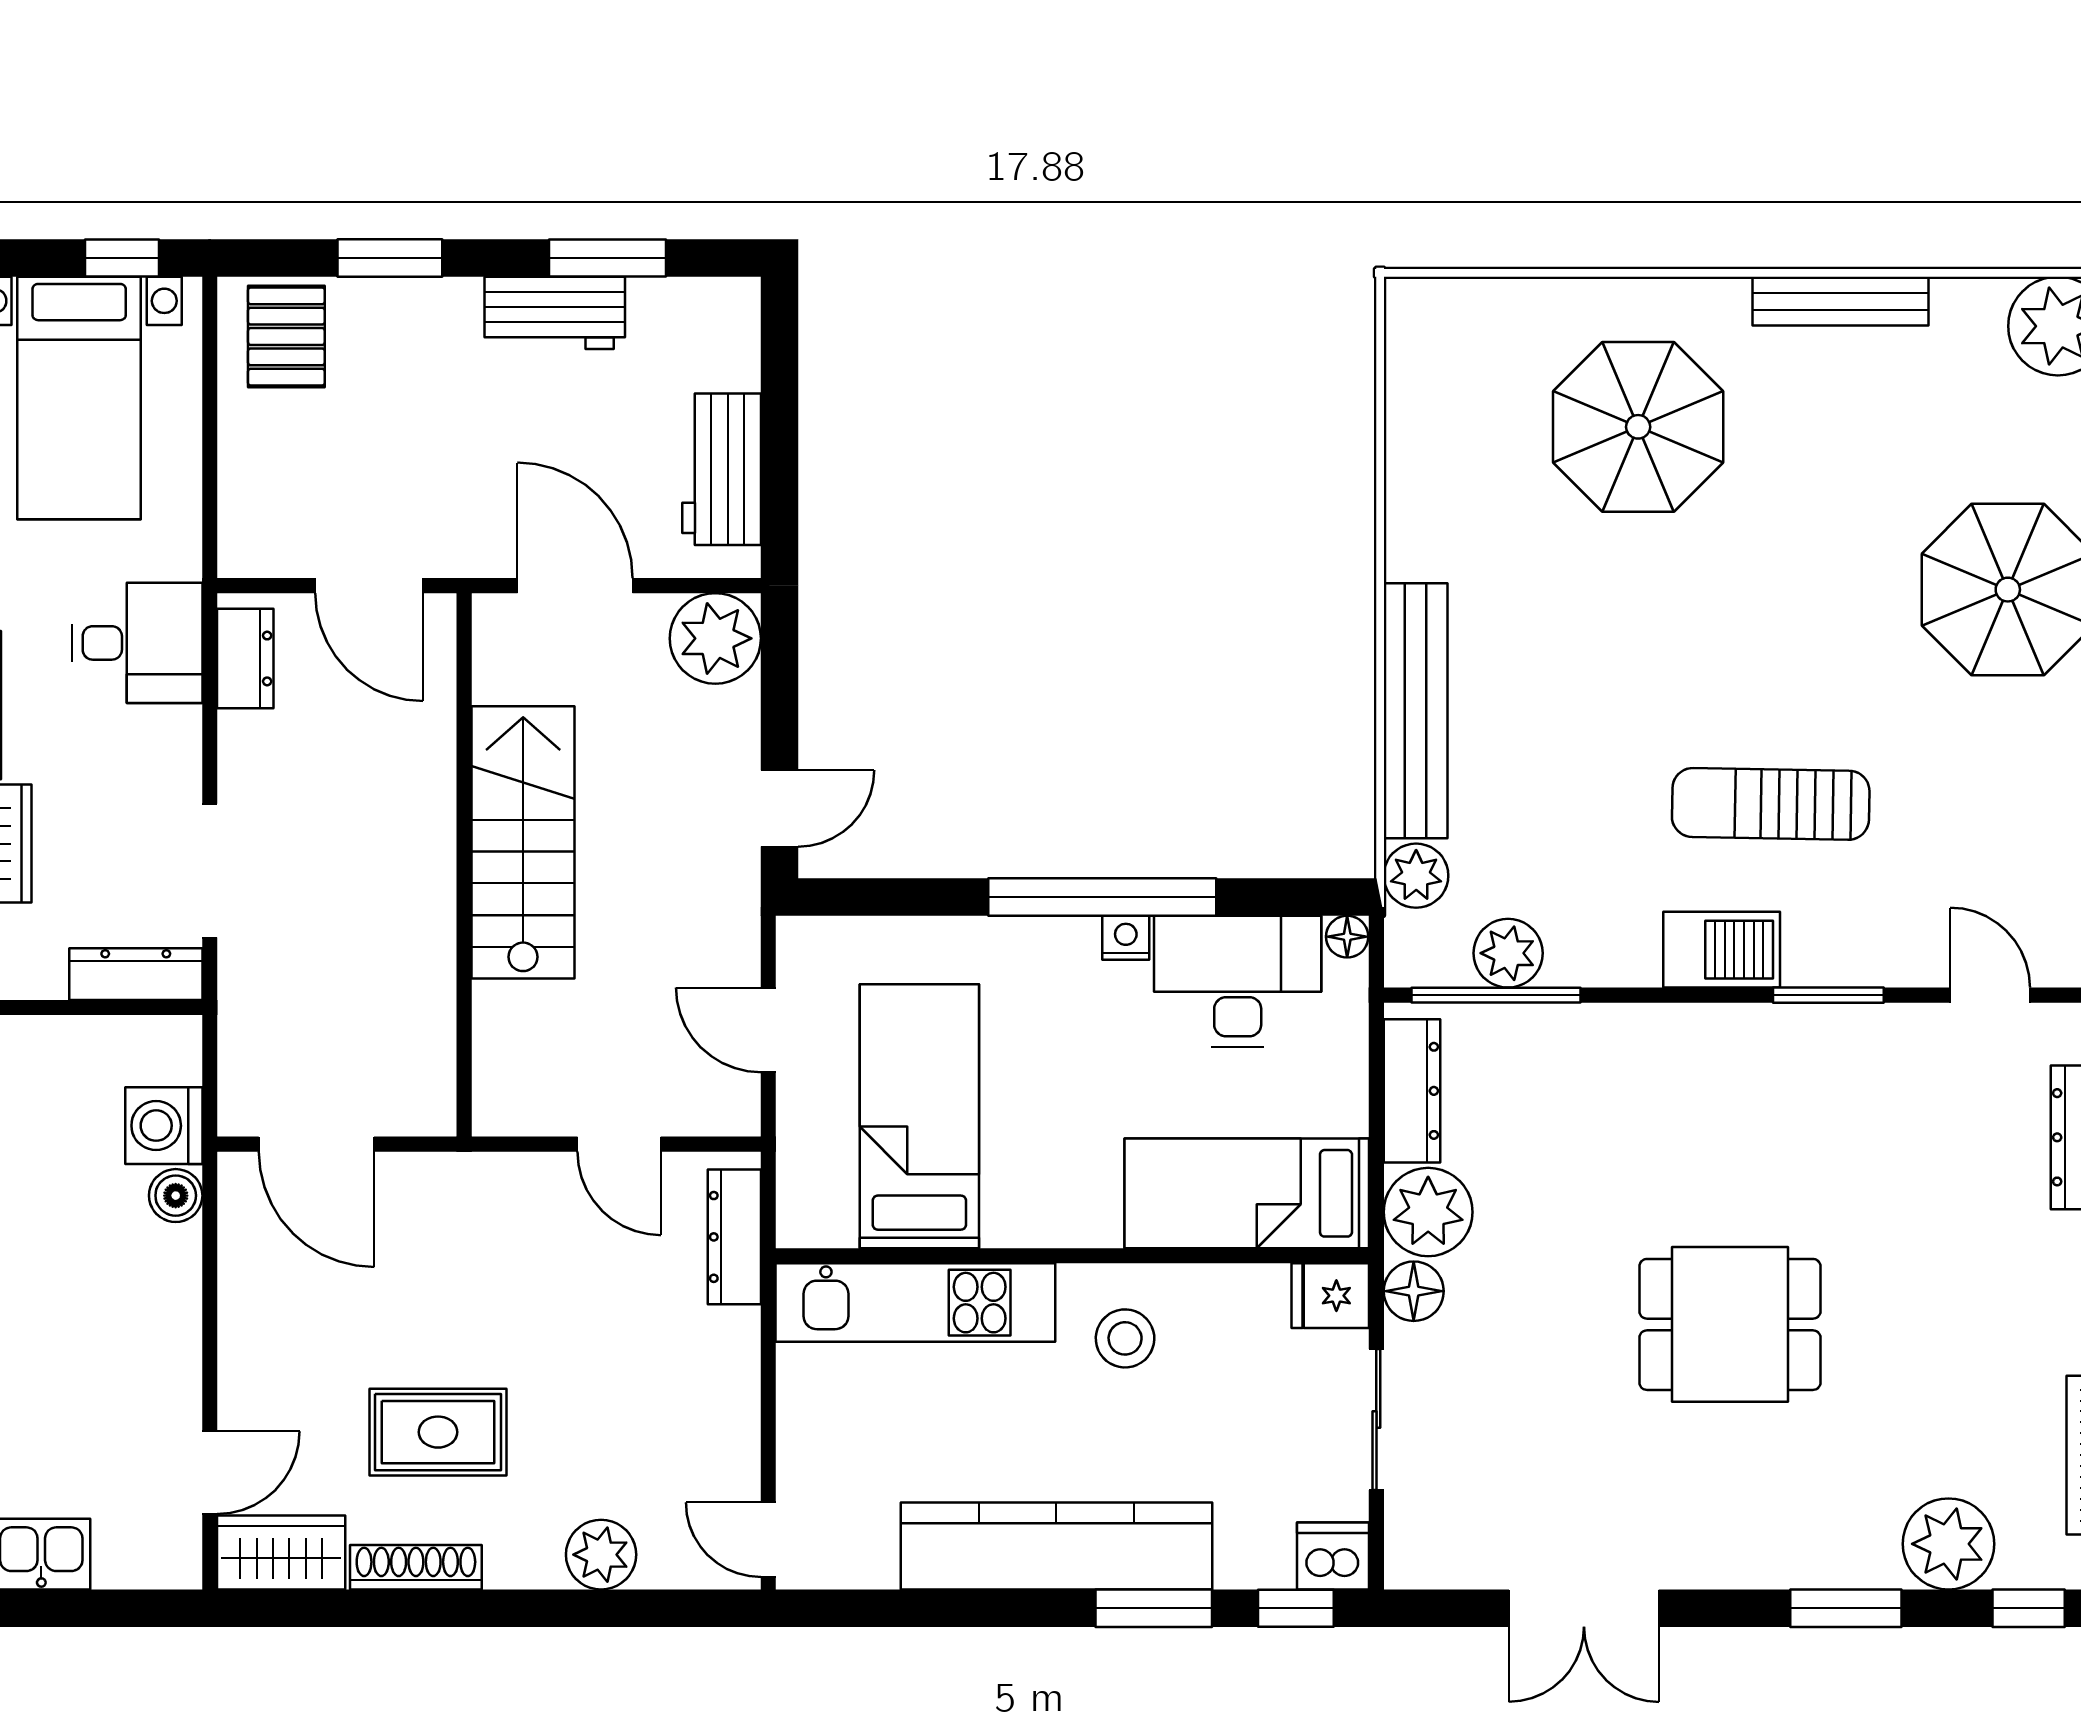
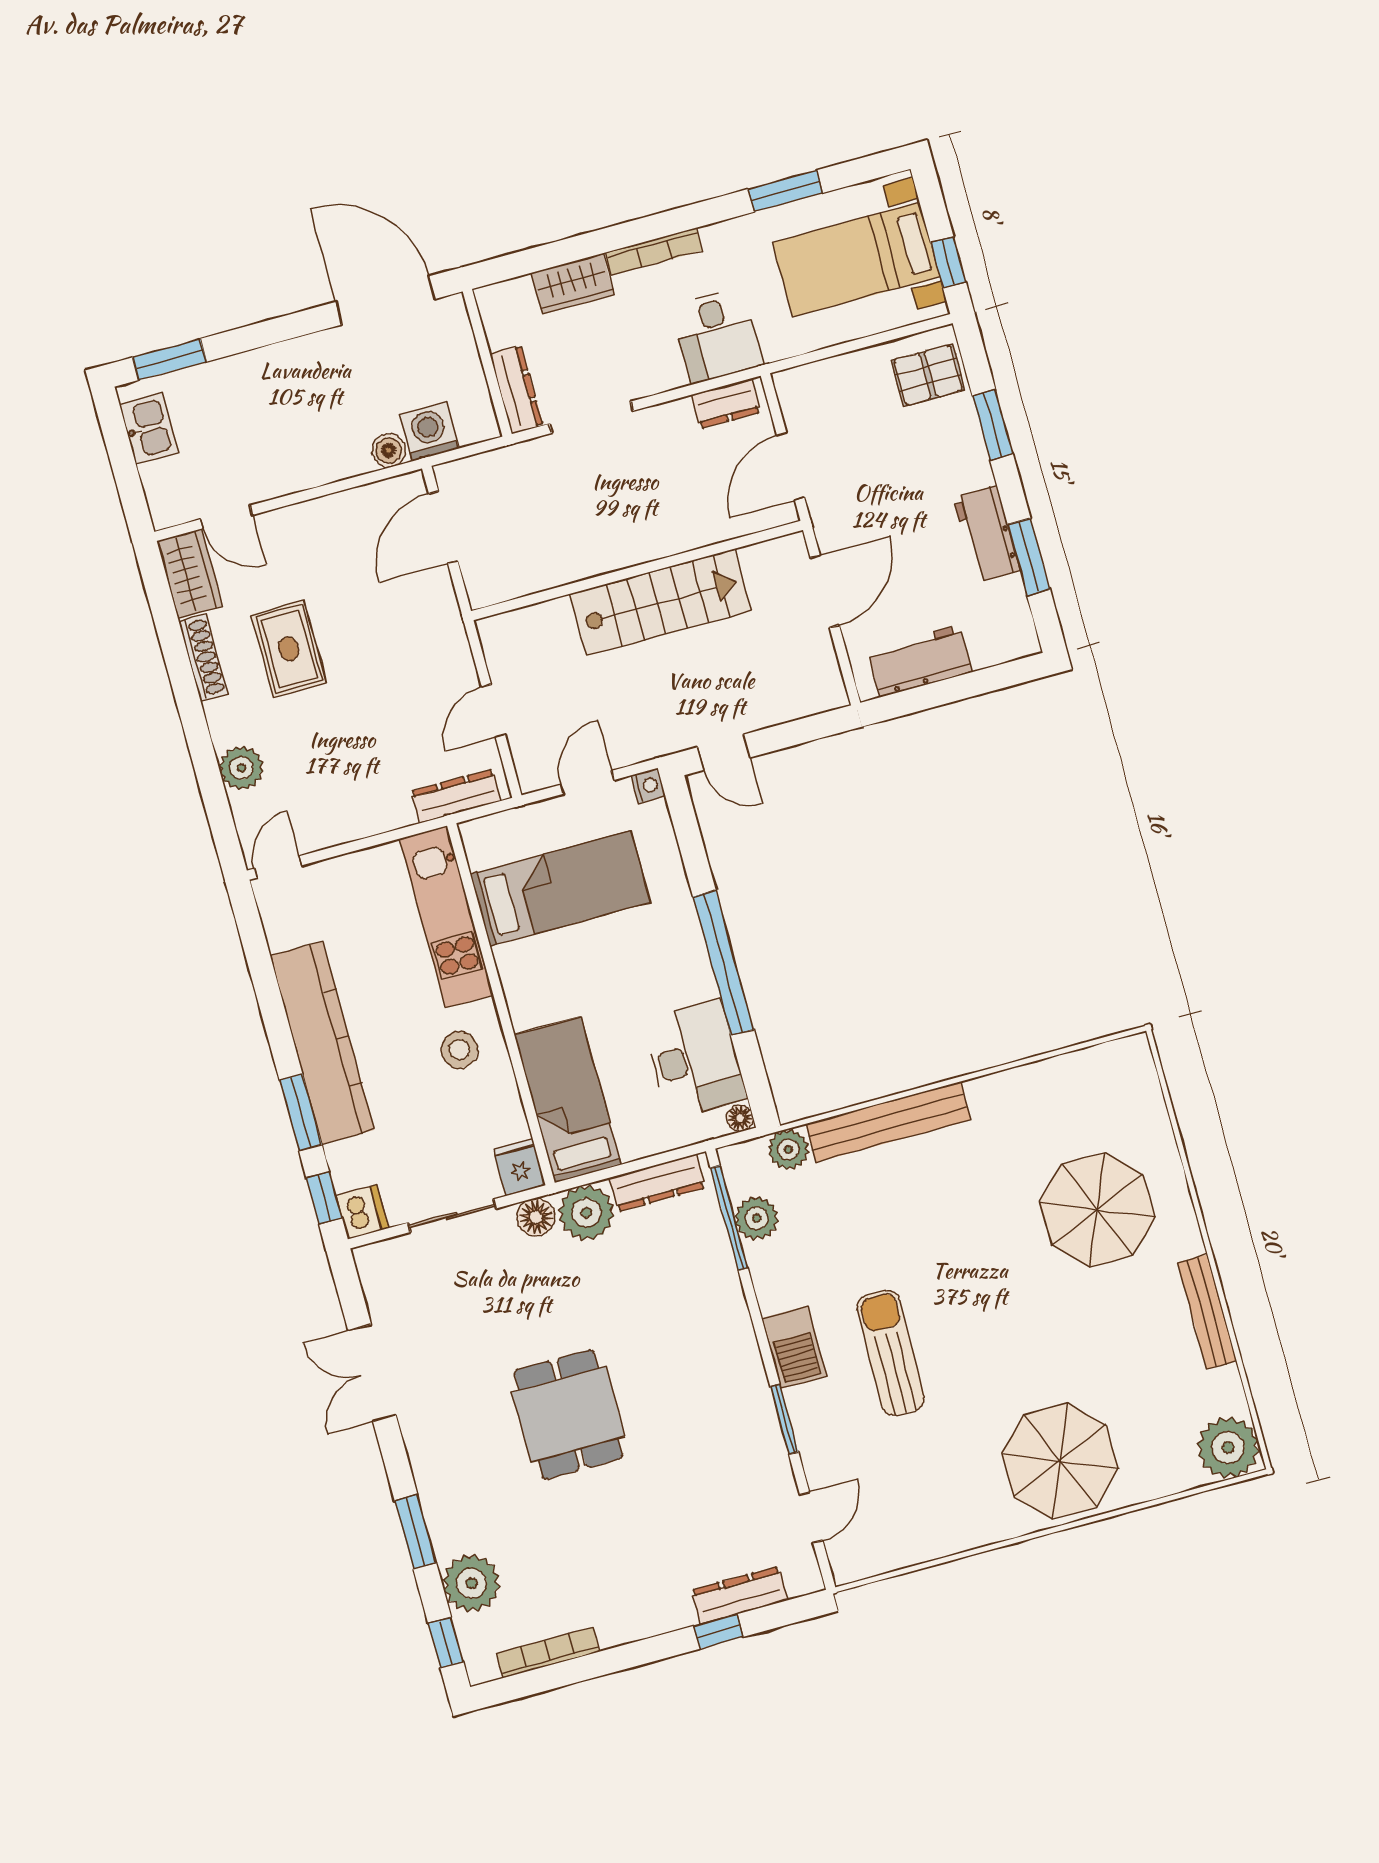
plant: (715, 638) -> (816, 685), removed
nightstand: (1126, 938) -> (648, 786), moved

